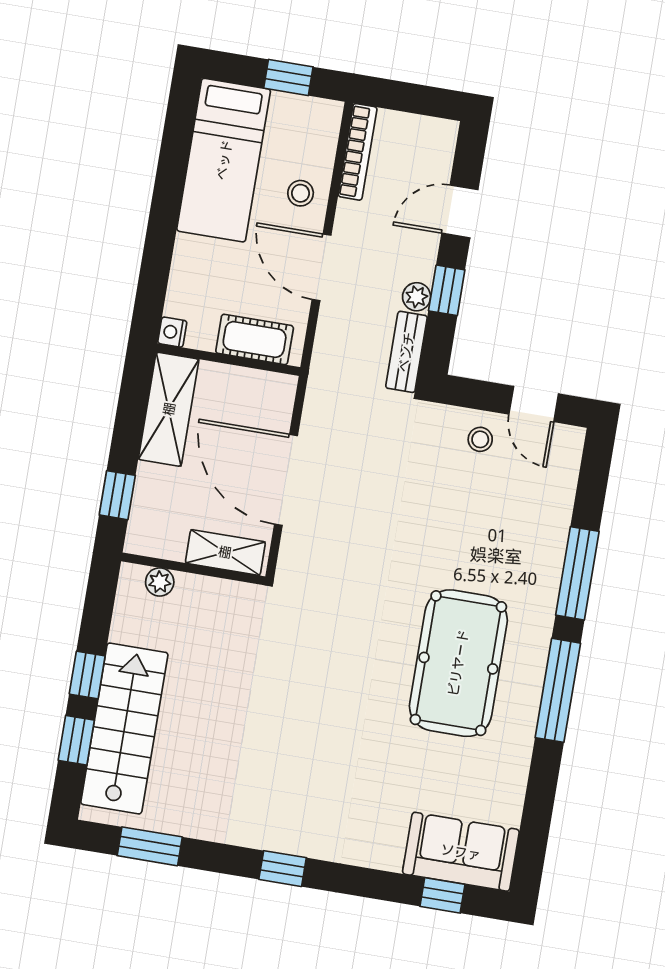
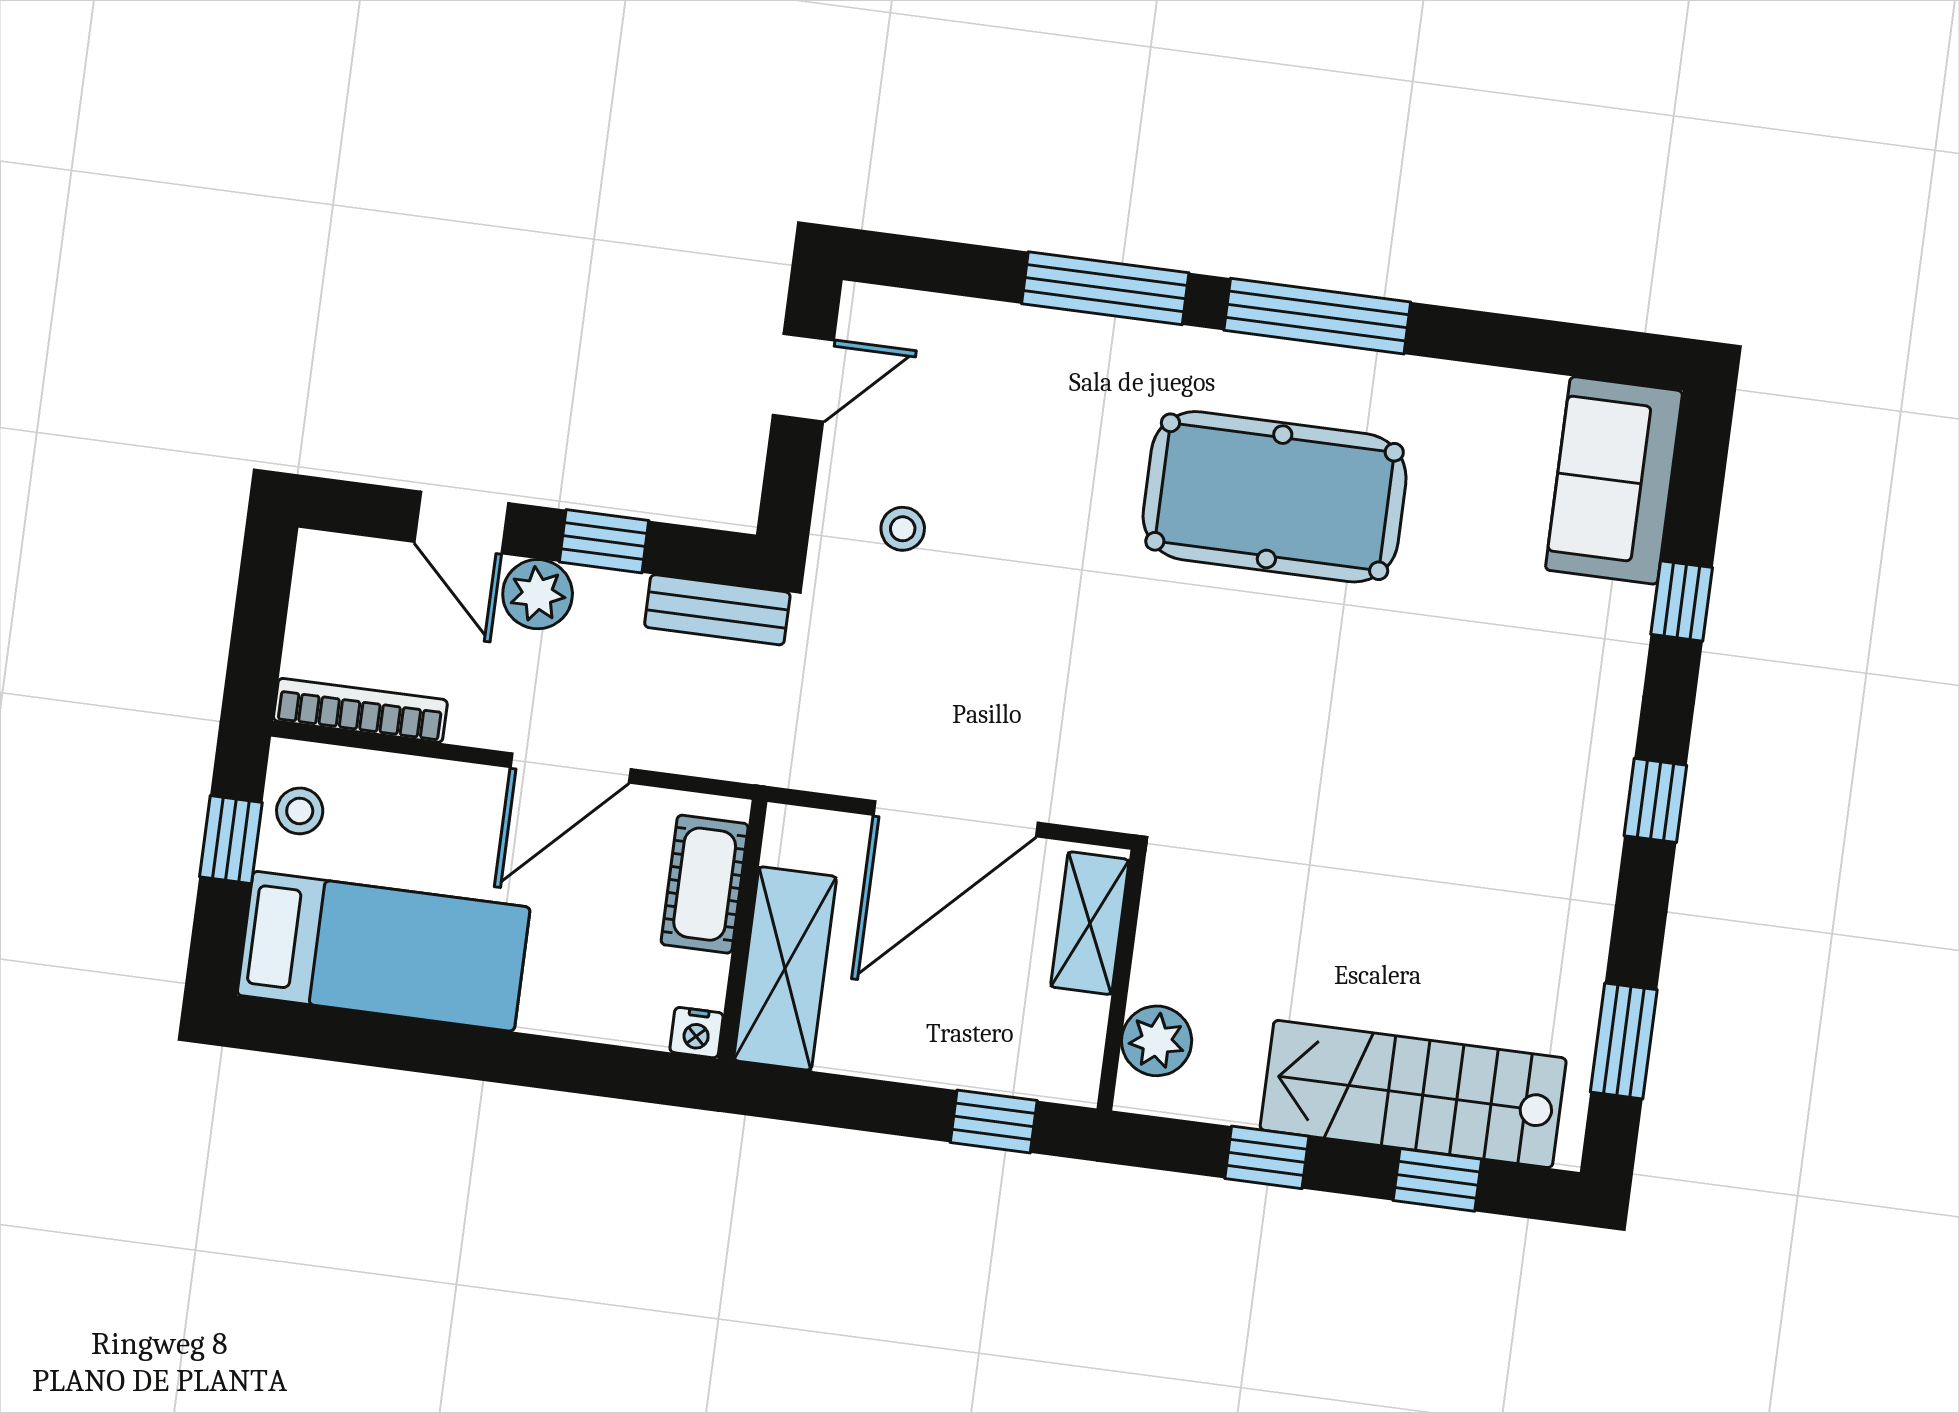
stool: (301, 193) -> (300, 811), moved
plant: (417, 297) -> (538, 594), moved, width x1.38, depth x1.38
shelving: (169, 409) -> (785, 969), moved, turned 90
stool: (480, 439) -> (903, 529), moved
plant: (160, 582) -> (1157, 1041), width x1.38, depth x1.38
window: (87, 675) -> (1267, 1157), moved
window: (442, 895) -> (1682, 601), moved

